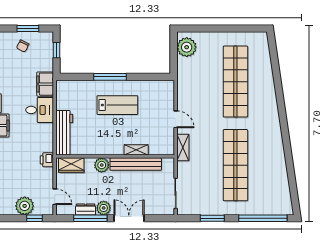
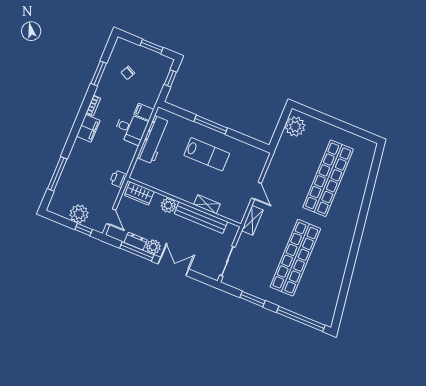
chair: (23, 46) -> (128, 73), moved
filing cabinet: (45, 84) -> (144, 112), width x0.50
workbench: (64, 133) -> (154, 140), moved

